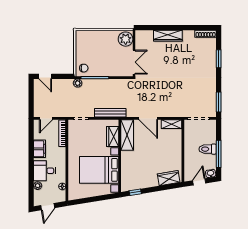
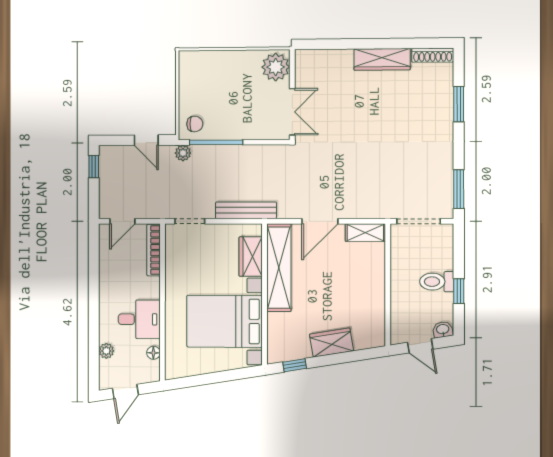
wardrobe: (168, 36) -> (382, 59), moved
door: (45, 76) -> (146, 140), moved
window: (31, 90) -> (94, 167), added
door: (148, 118) -> (320, 221), hinge flipped
shelving: (127, 135) -> (279, 268), width x1.47
filing cabinet: (39, 149) -> (110, 280), removed
window: (219, 154) -> (459, 291), width x0.46
desk: (44, 171) -> (139, 319), moved, turned 180
wardrobe: (169, 178) -> (331, 343), moved
door: (199, 182) -> (420, 346), swing flipped

